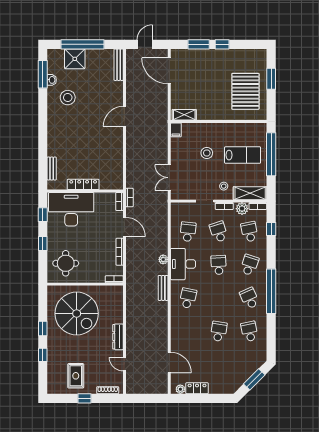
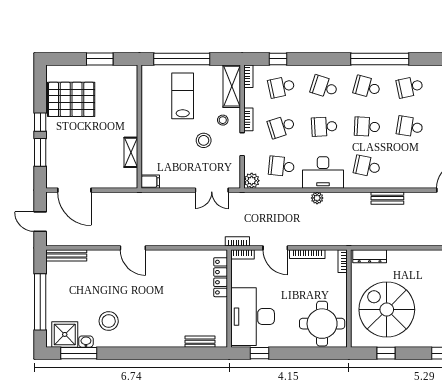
shower: (75, 59) -> (65, 334), moved
door: (169, 71) -> (74, 190), hinge flipped
window: (271, 79) -> (100, 59), moved
pallet: (245, 91) -> (71, 99), moved
shelving: (184, 115) -> (131, 152), moved
stool: (207, 153) -> (204, 140), moved
locker: (83, 184) -> (221, 277), moved
plant: (242, 209) -> (252, 181), moved
door: (124, 227) -> (275, 248), swing flipped
window: (43, 243) -> (297, 353), removed
round table: (66, 263) -> (322, 324), width x1.36, depth x1.36
bench: (163, 288) -> (387, 198), moved
window: (271, 291) -> (380, 59), moved
school desk: (219, 298) -> (367, 127), added
school desk: (249, 298) -> (367, 87), turned 39
spiral stairs: (77, 314) -> (387, 310), turned -90
window: (43, 329) -> (386, 353), moved
dresser: (118, 337) -> (370, 256), moved

